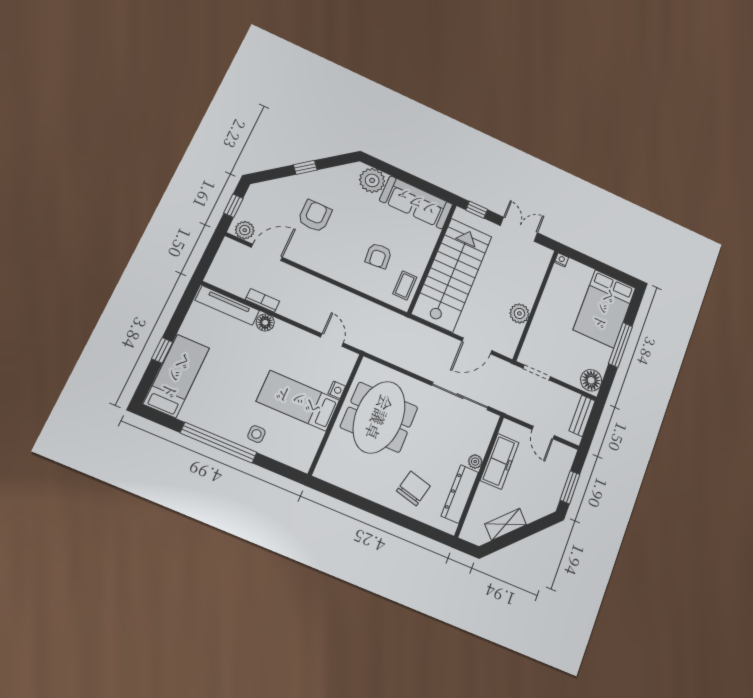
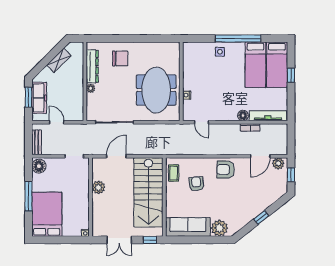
armchair: (315, 216) -> (226, 169), moved, turned 90
bed: (298, 401) -> (255, 65), moved, turned 90
freezer: (500, 461) -> (39, 98), moved, turned 180
chair: (413, 488) -> (120, 59), turned -104

